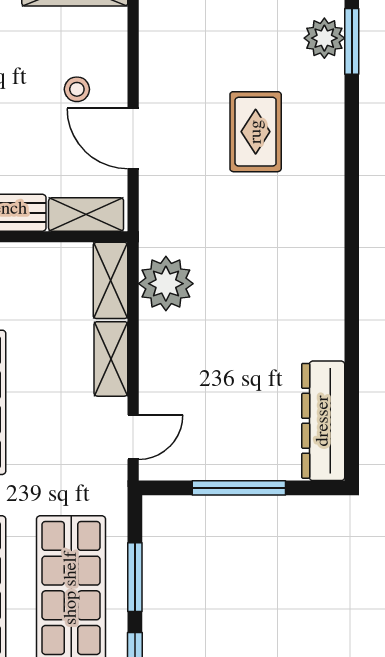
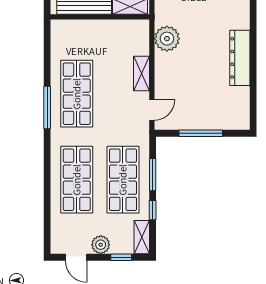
shelving: (111, 280) -> (141, 37), removed
dresser: (323, 421) -> (240, 58), moved

